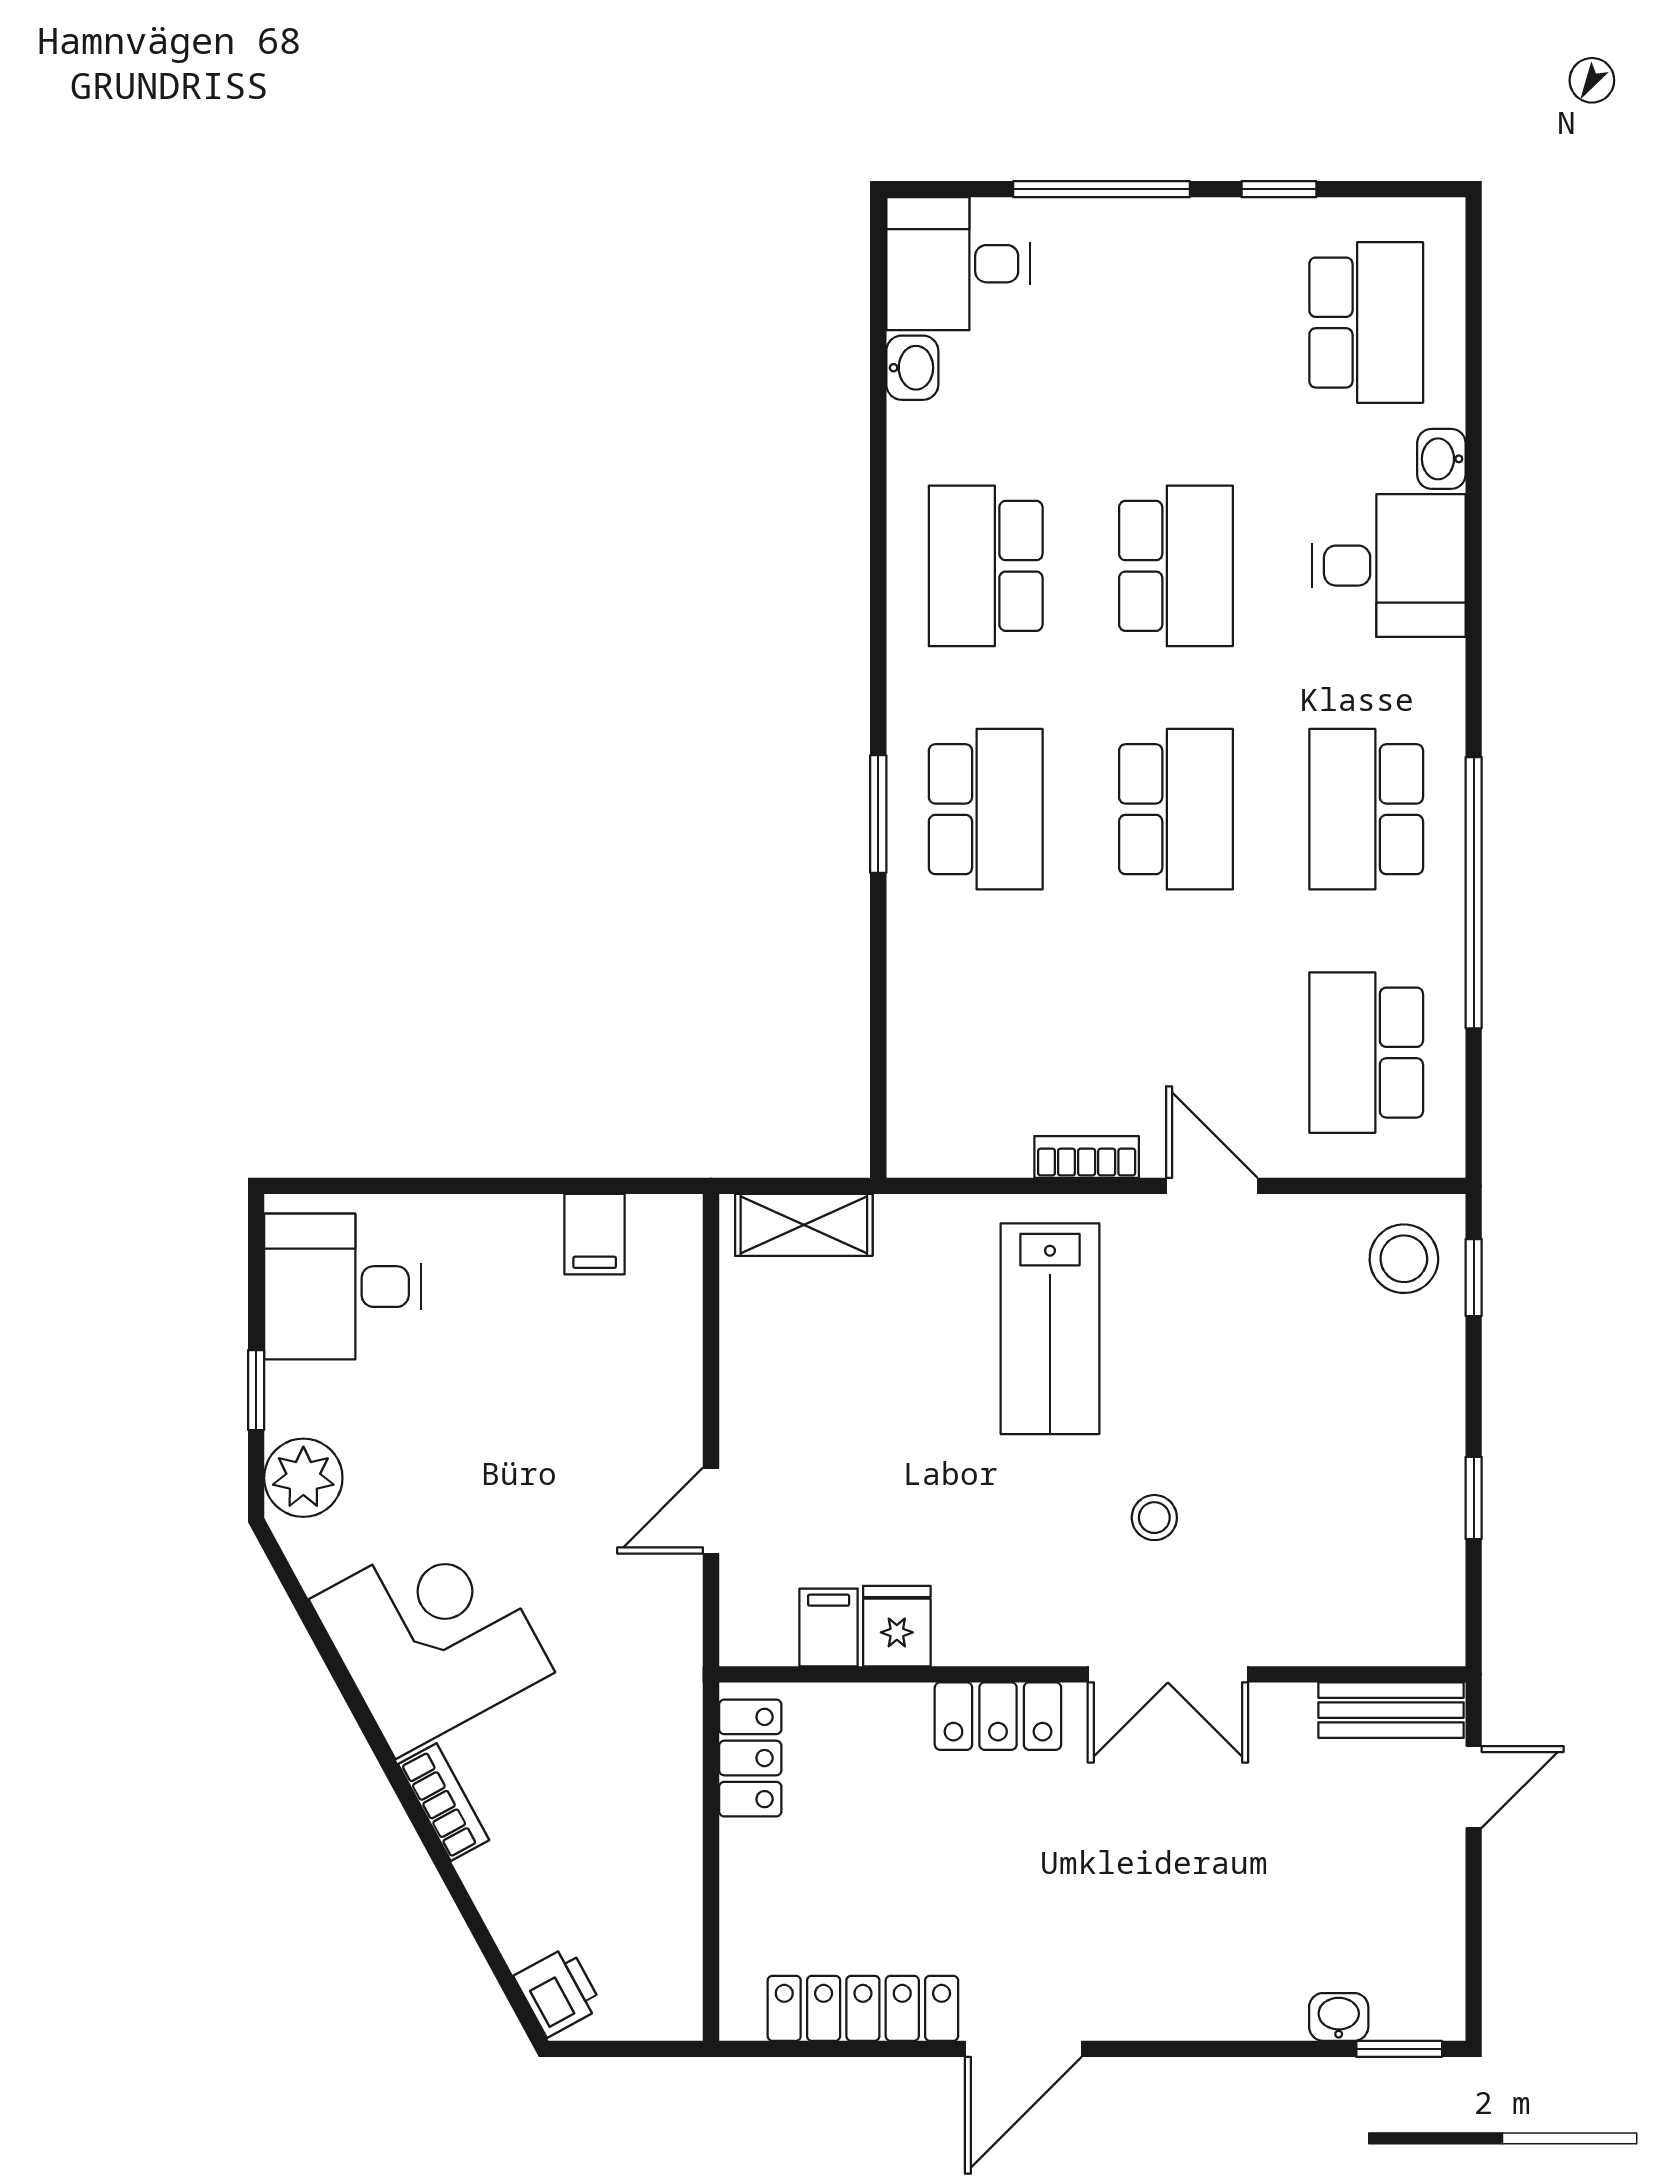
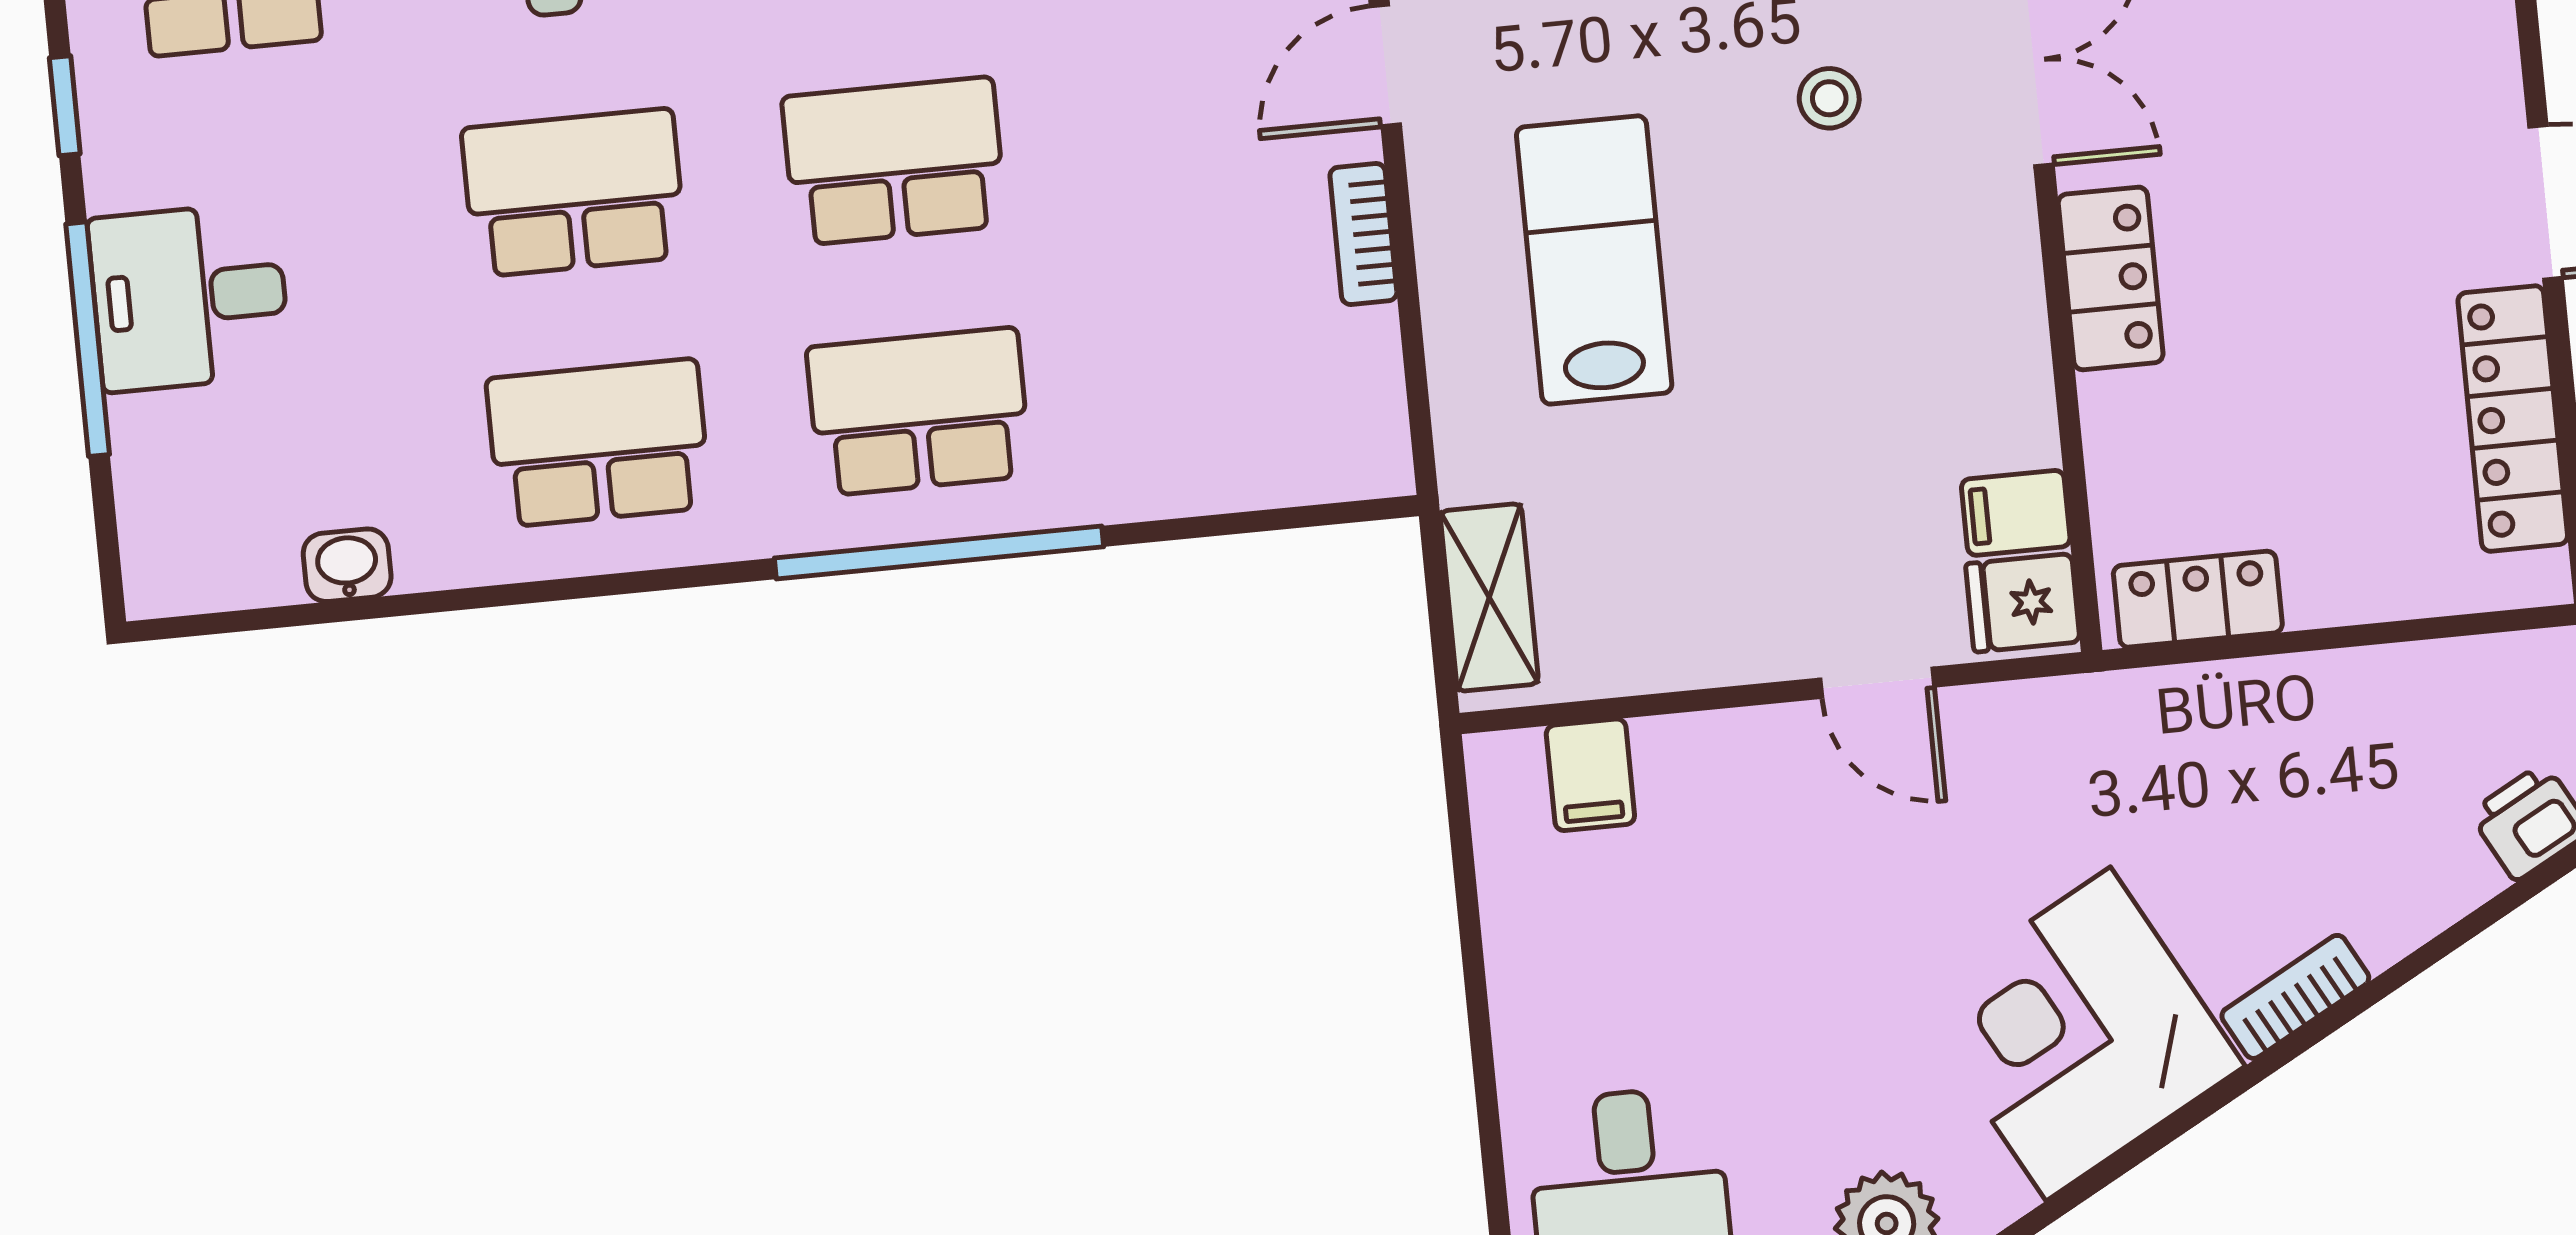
desk: (958, 264) -> (189, 297), moved, turned 90
school desk: (986, 566) -> (598, 443), turned 180
window: (878, 814) -> (939, 552), width x2.11
filing cabinet: (595, 1234) -> (1590, 775), moved, turned 90
lab bench: (1050, 1329) -> (1594, 260), turned -90
fridge: (897, 1626) -> (2023, 603), moved

